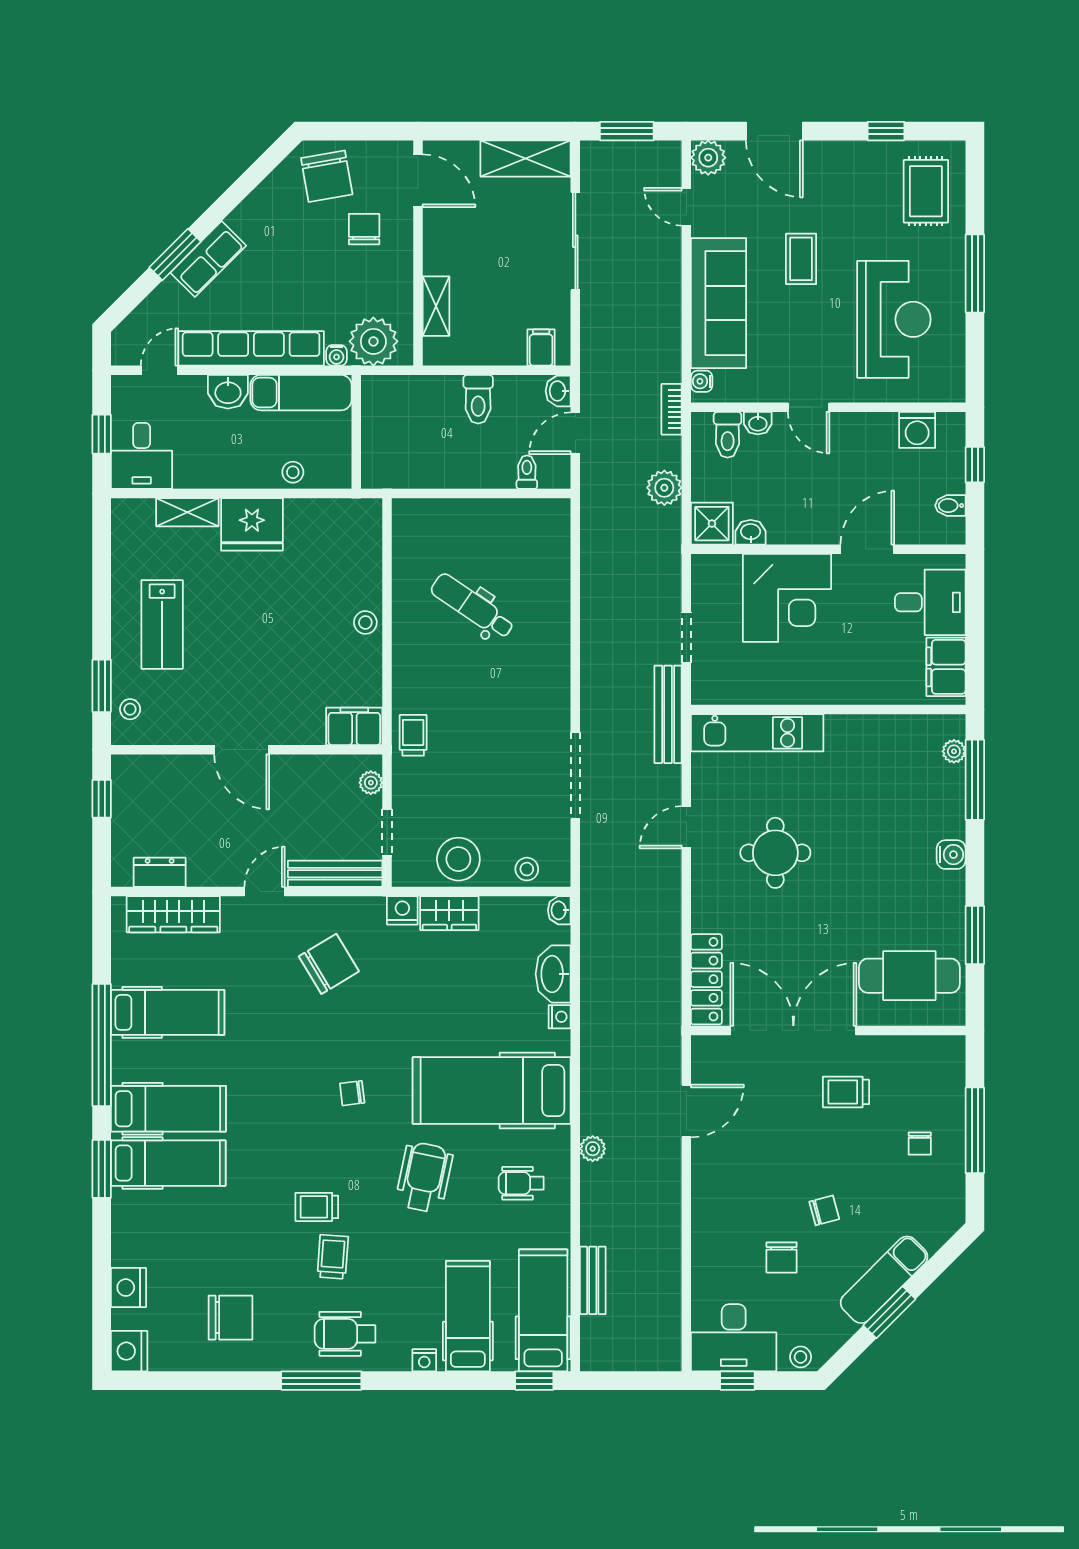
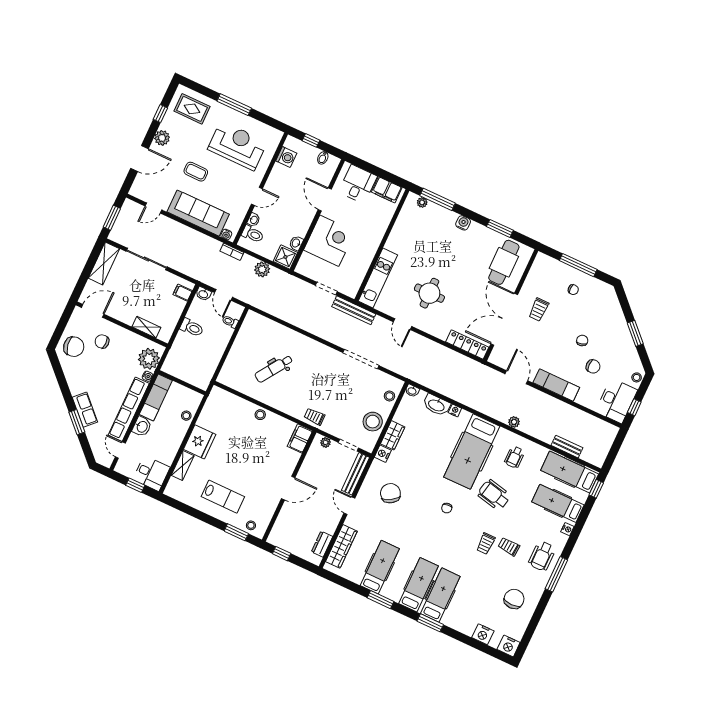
plant: (708, 158) -> (162, 138), moved
window: (102, 1045) -> (380, 600), width x0.47
exam couch: (884, 1280) -> (556, 385), moved, turned 135

